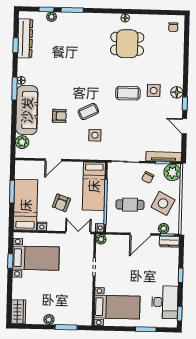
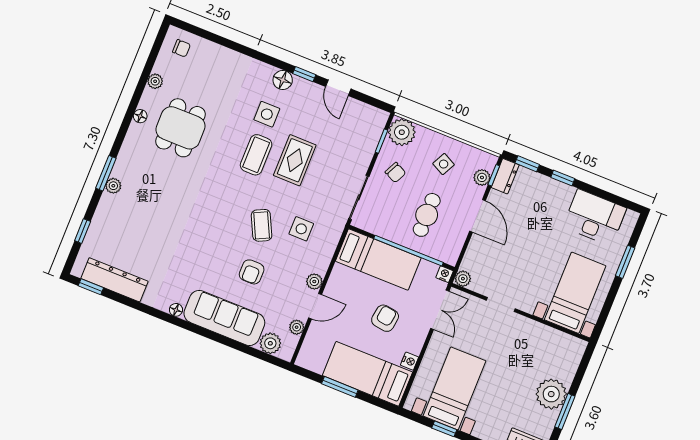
window: (72, 10) -> (106, 173), moved
plant: (52, 17) -> (113, 186), moved
plant: (149, 19) -> (155, 81), added
window: (16, 45) -> (91, 287), moved
window: (15, 88) -> (185, 324), removed
armchair: (59, 116) -> (252, 272), turned 180
rug: (133, 117) -> (295, 160), added
door: (184, 126) -> (338, 88), hinge flipped
plant: (37, 154) -> (297, 327), added
plant: (67, 154) -> (314, 281), added
tv unit: (164, 157) -> (373, 137), removed
door: (53, 160) -> (315, 306), hinge flipped
armchair: (61, 203) -> (385, 318), turned -101
side table: (163, 203) -> (444, 164), width x0.54, depth x0.54
double door: (78, 233) -> (440, 310), swing flipped
window: (180, 314) -> (527, 164), moved
plant: (49, 319) -> (551, 394), width x1.87, depth x1.87
window: (66, 327) -> (565, 411), moved

